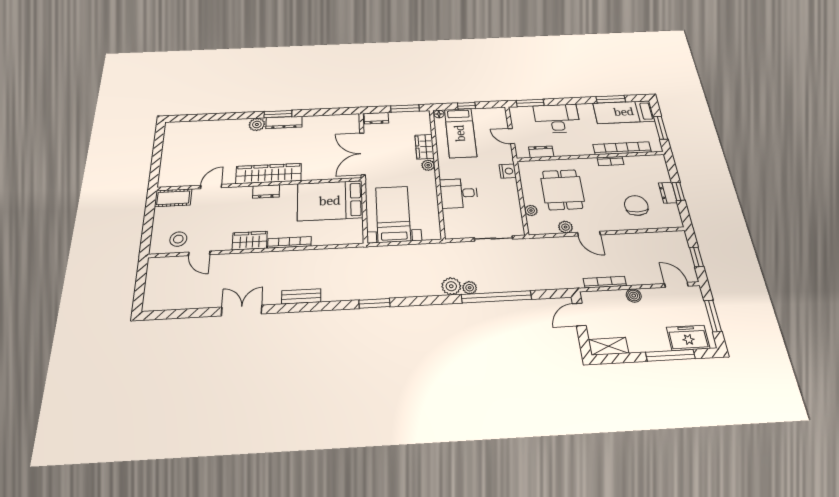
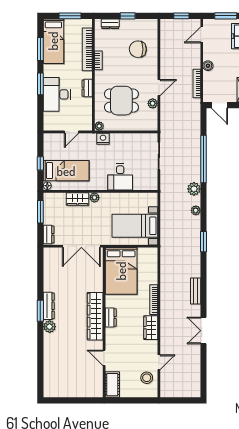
window: (530, 103) -> (40, 84), moved
dresser: (541, 152) -> (87, 88), moved
dresser: (668, 193) -> (110, 24), moved
plant: (531, 211) -> (99, 126), moved
plant: (470, 288) -> (196, 210), moved

